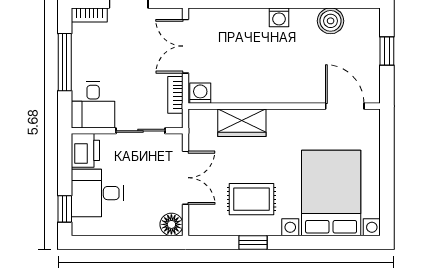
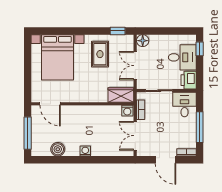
double door: (185, 46) -> (135, 136), swing flipped
window: (387, 51) -> (28, 133), width x2.17
wardrobe: (242, 123) -> (121, 95), moved
rug: (251, 199) -> (100, 54), turned 90
window: (253, 243) -> (118, 31), moved

